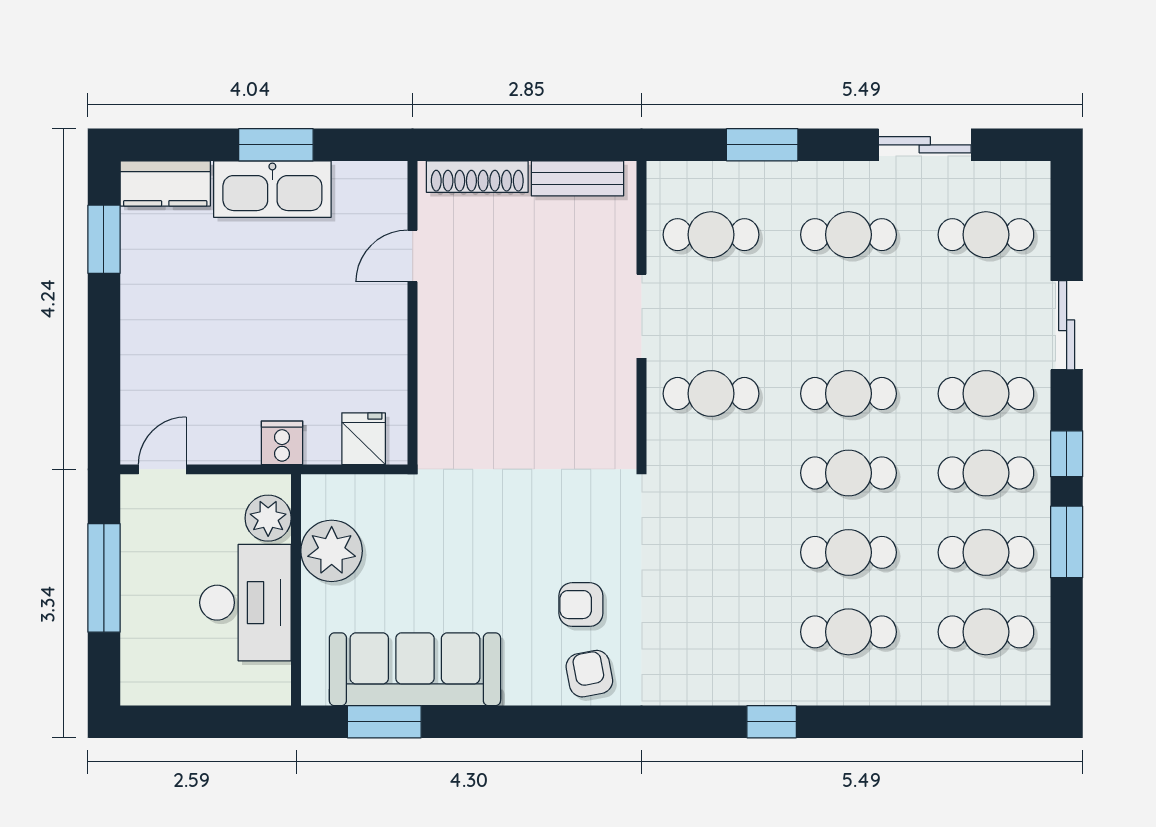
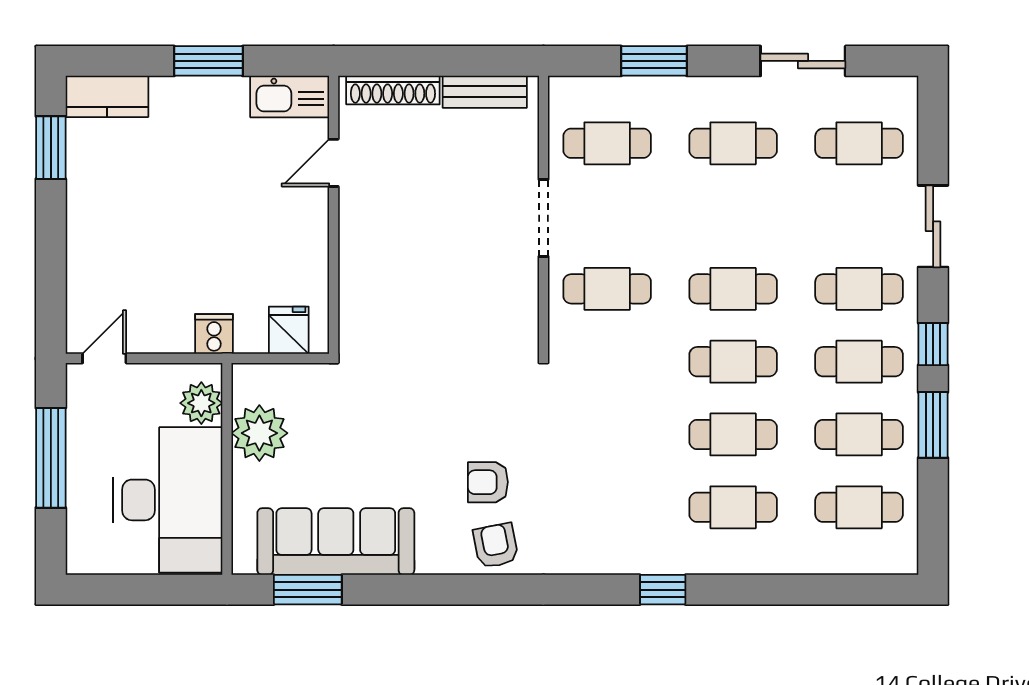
kitchen sink: (272, 189) -> (290, 96), moved, width x0.73, depth x0.81
desk: (245, 603) -> (168, 500), width x1.36, depth x1.30

